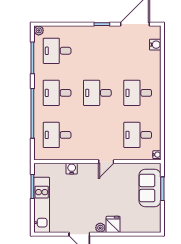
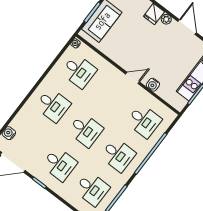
desk: (97, 51) -> (59, 164), added
door: (106, 162) -> (132, 78), moved

